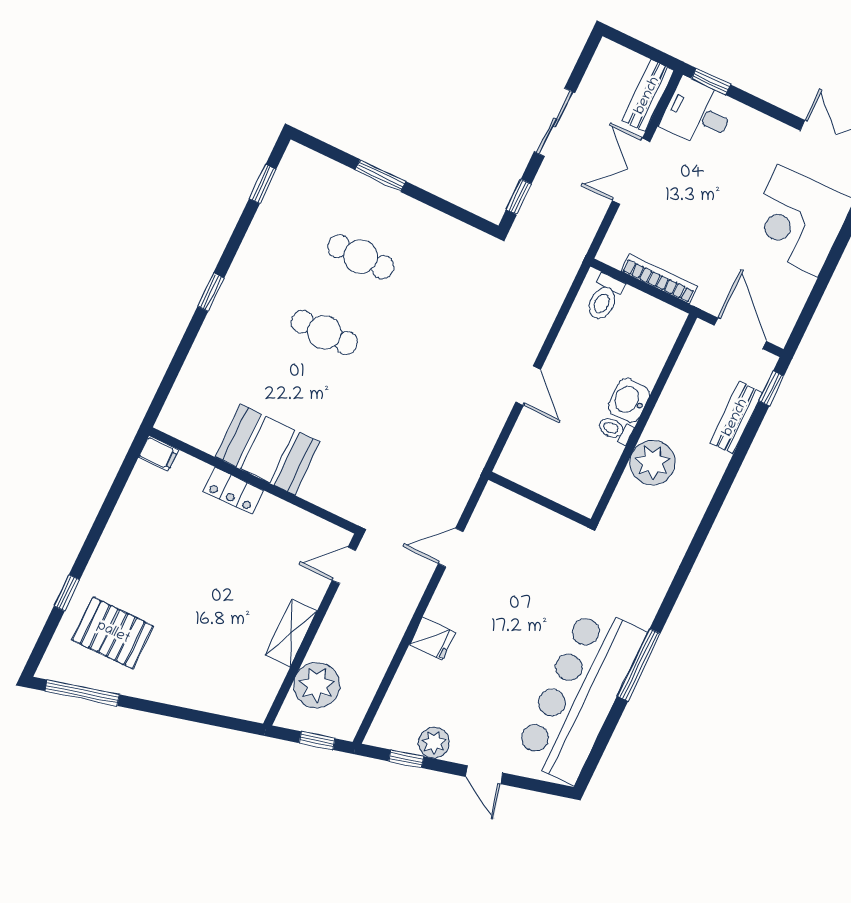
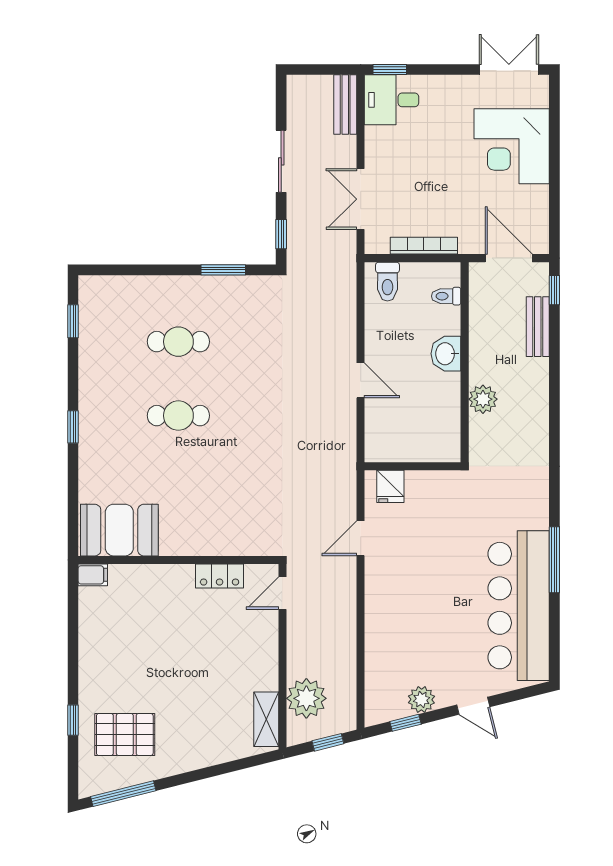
double door: (631, 171) -> (361, 199), moved
window: (380, 176) -> (223, 270), moved
toilet: (615, 430) -> (446, 296), moved
booth: (268, 450) -> (119, 530), moved
plant: (652, 462) -> (483, 399), width x0.73, depth x0.73
locker: (233, 491) -> (220, 576), moved
shelving: (291, 633) -> (266, 719), moved
fridge: (432, 639) -> (390, 486), moved, turned 90

